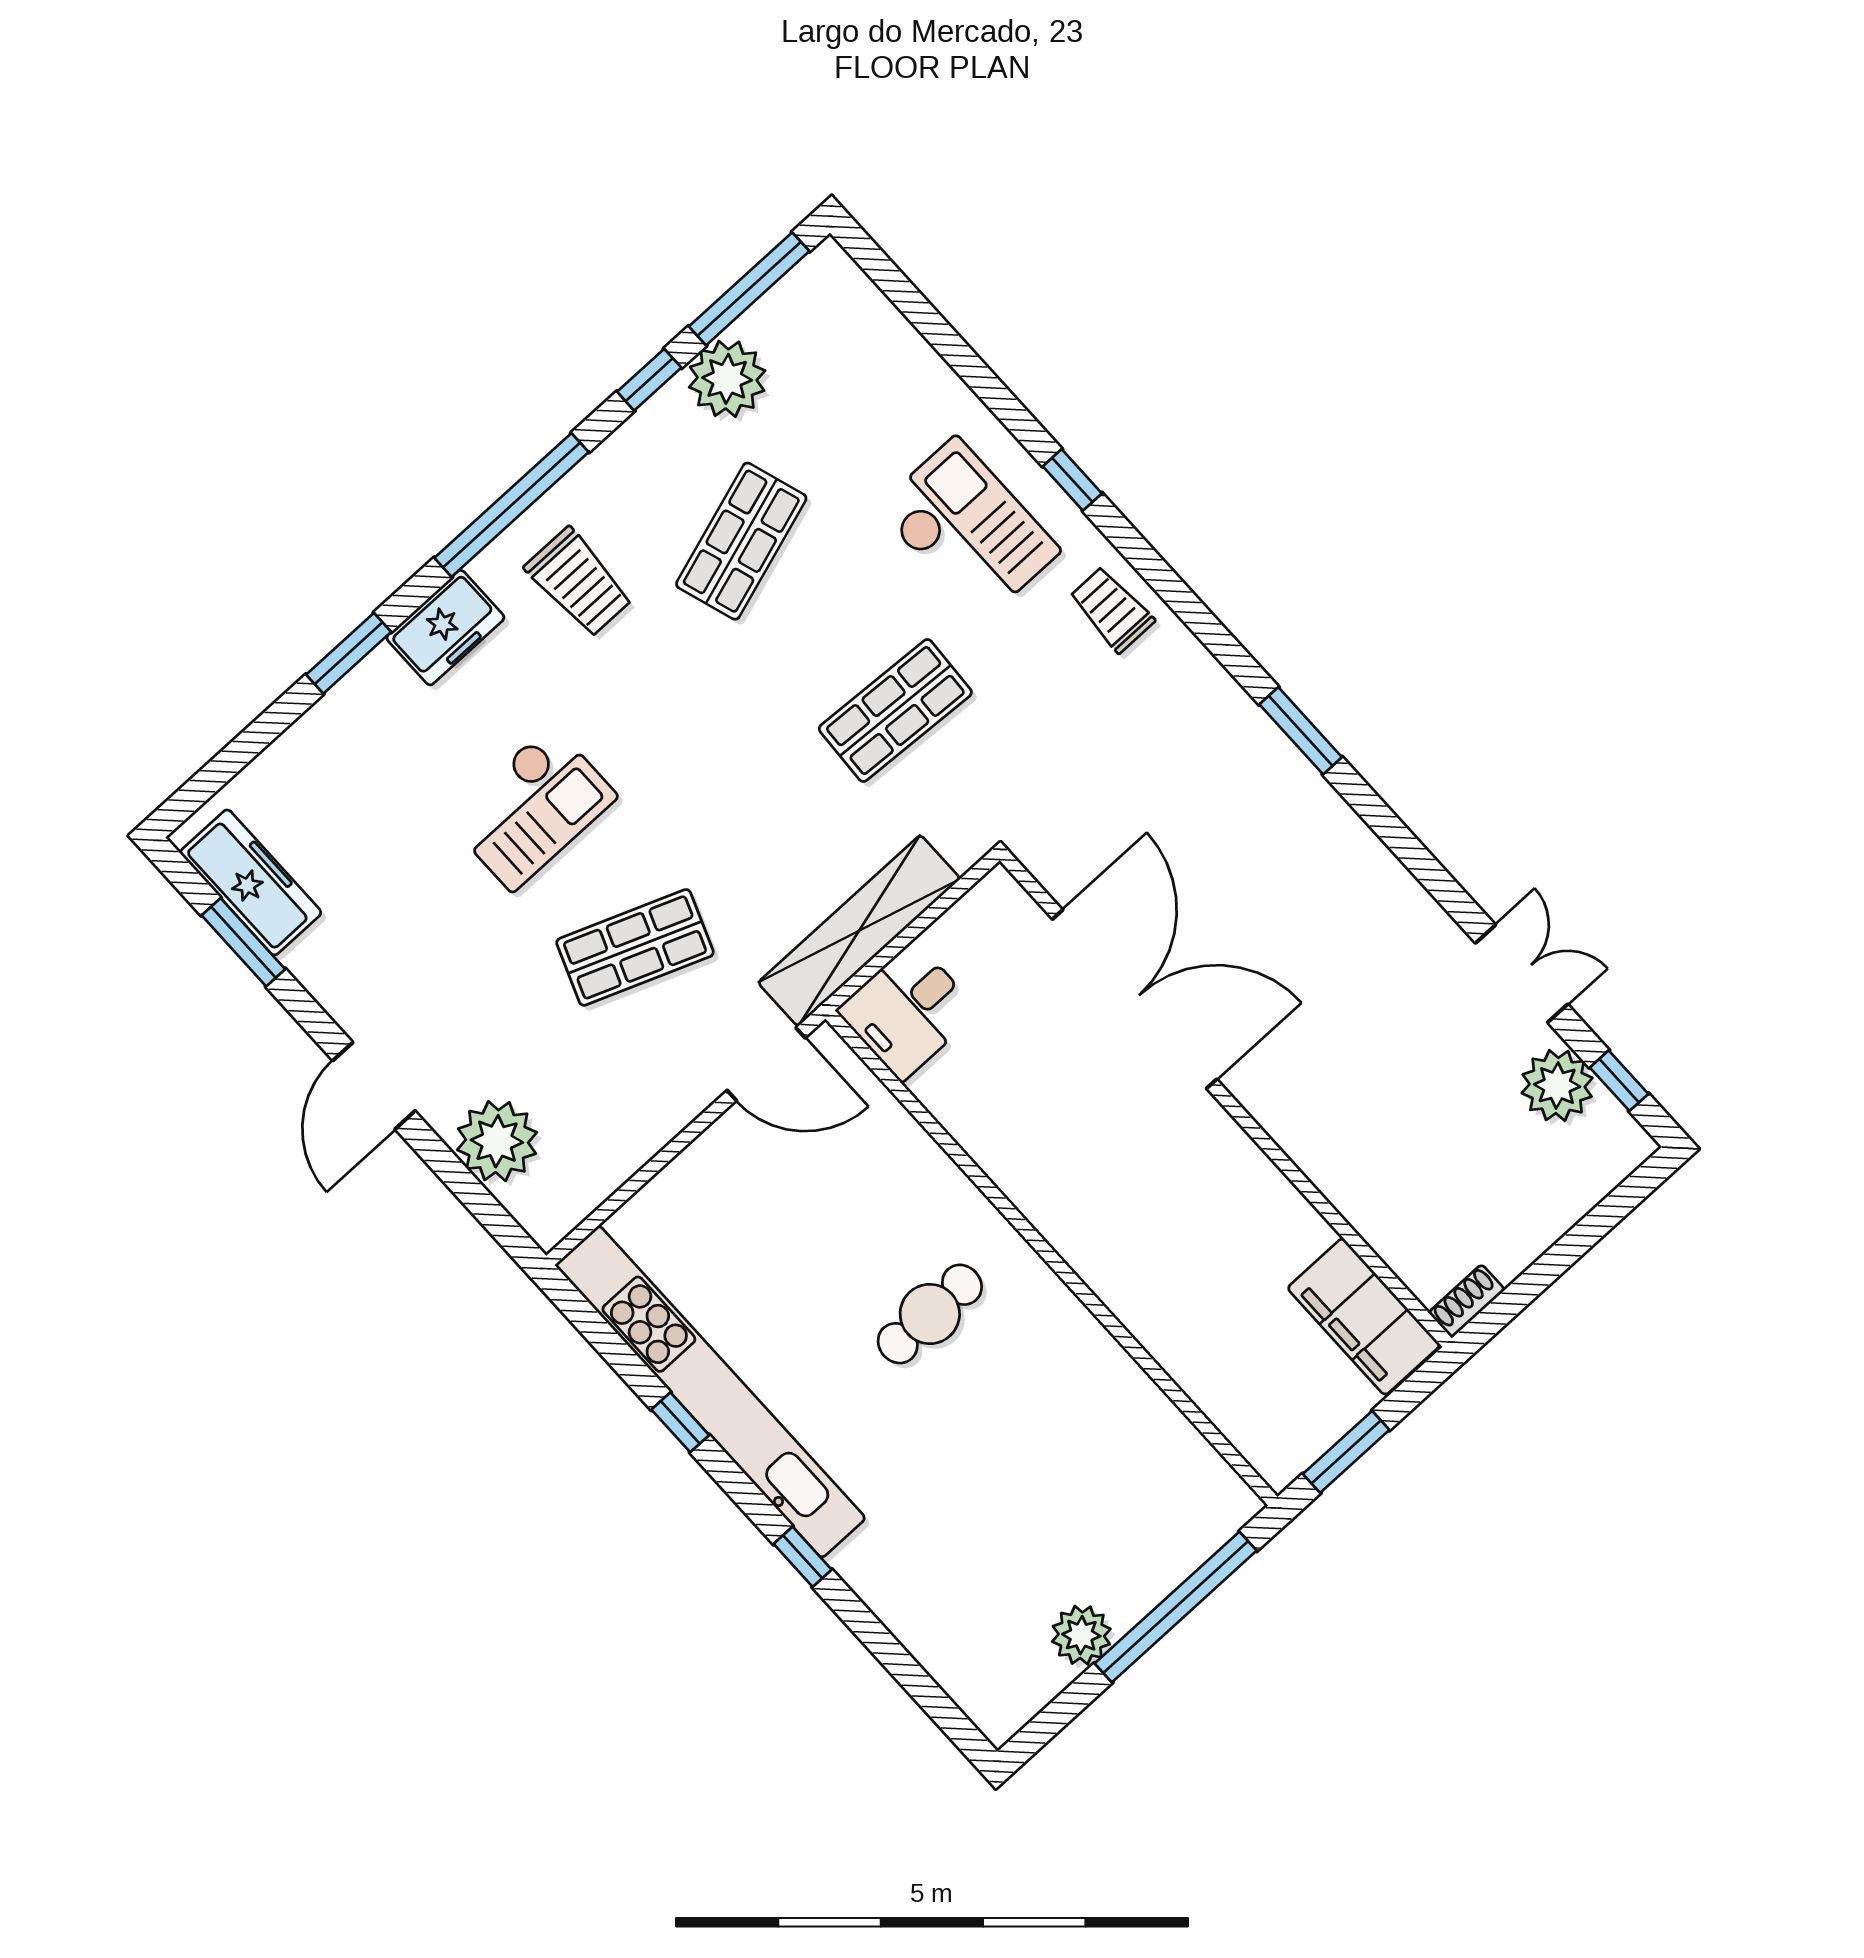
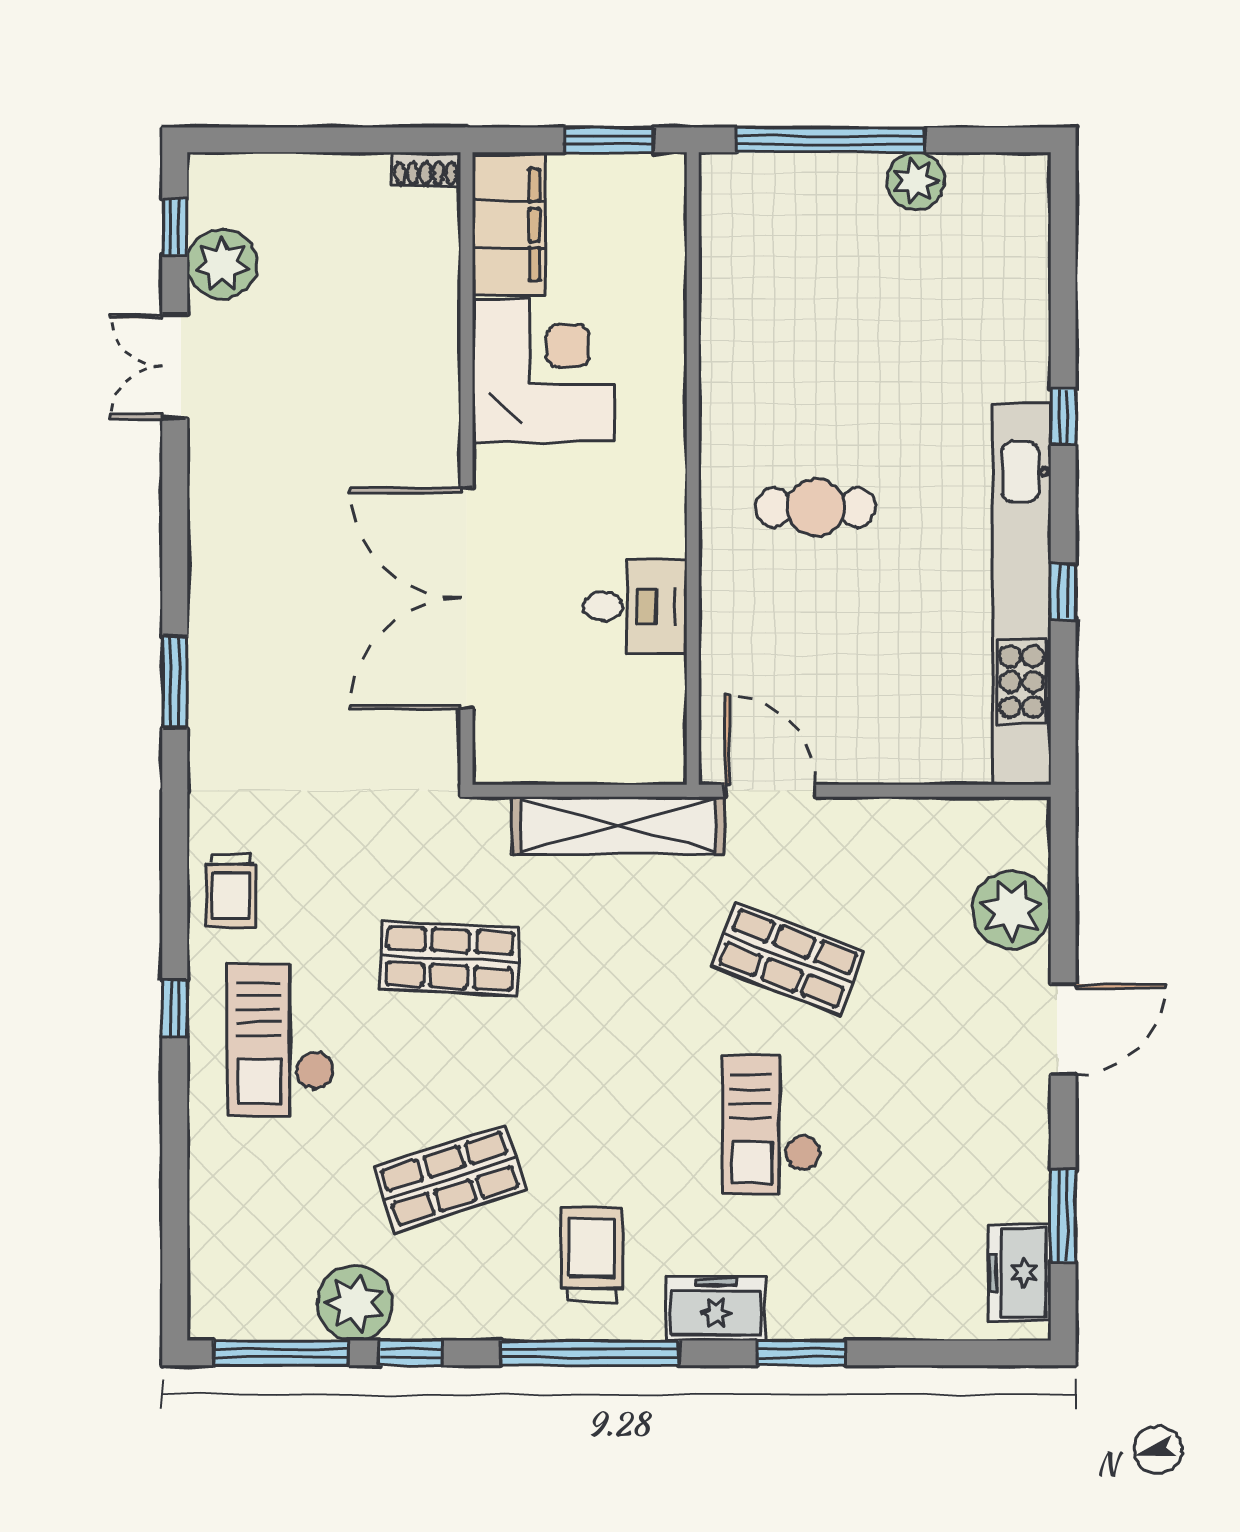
checkout: (532, 808) -> (771, 1125), turned -90
freezer: (251, 882) -> (1019, 1273), width x0.71
desk: (908, 1011) -> (635, 606), moved
corner desk: (1235, 1229) -> (544, 370), added

